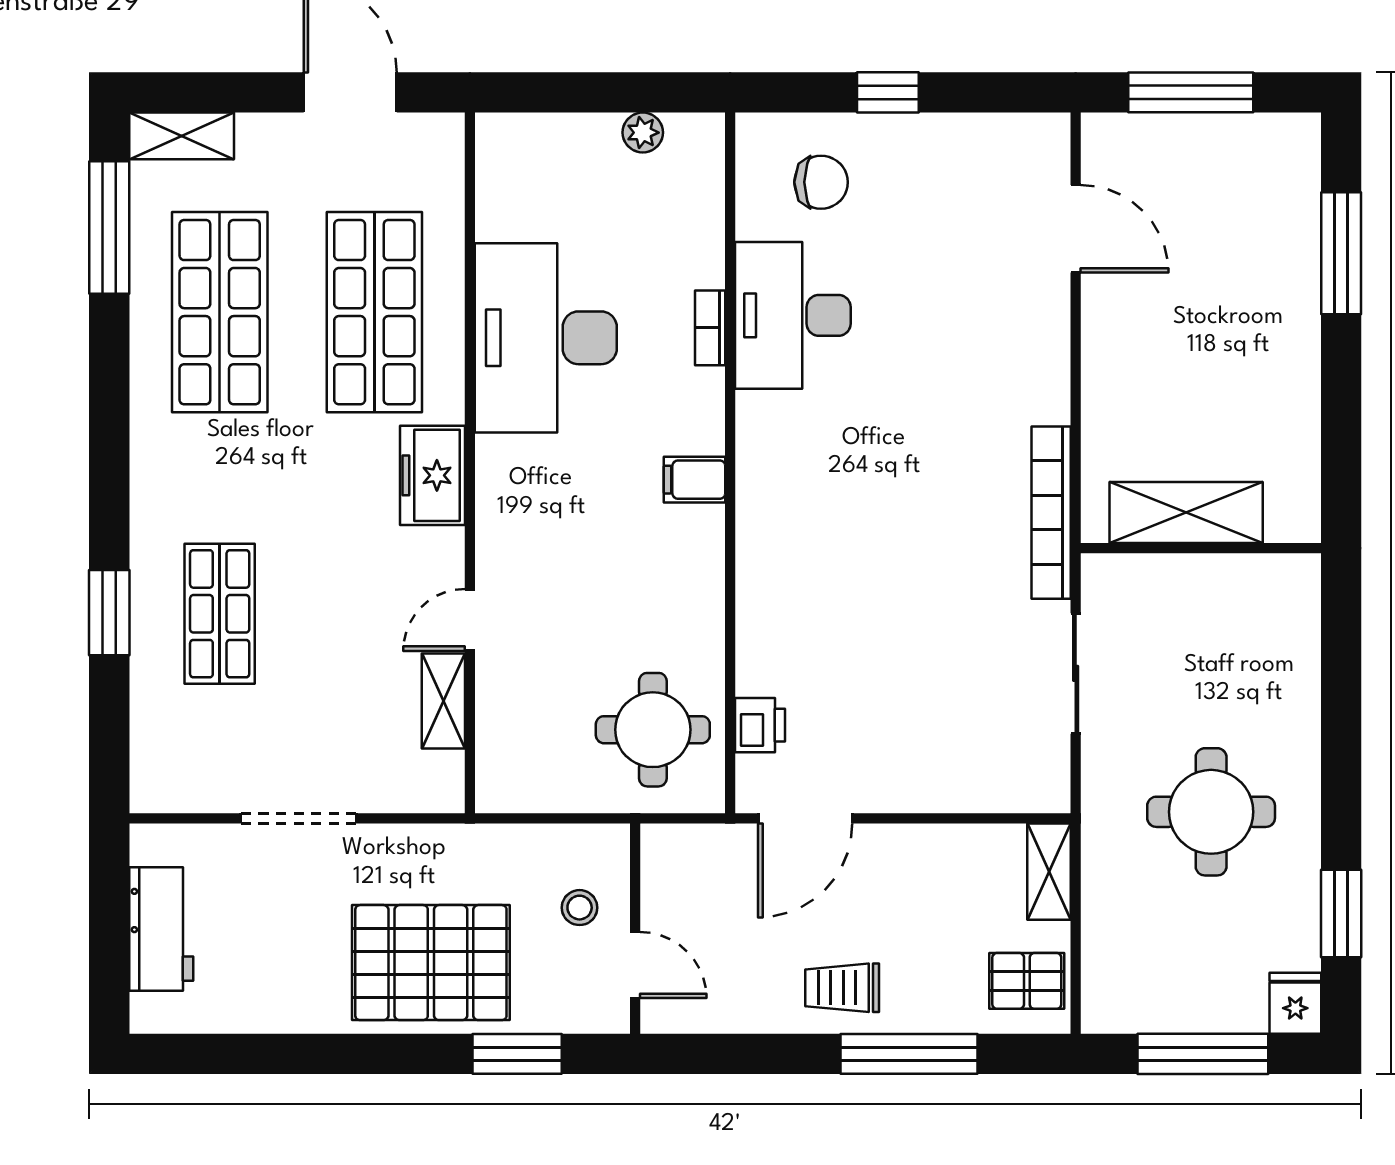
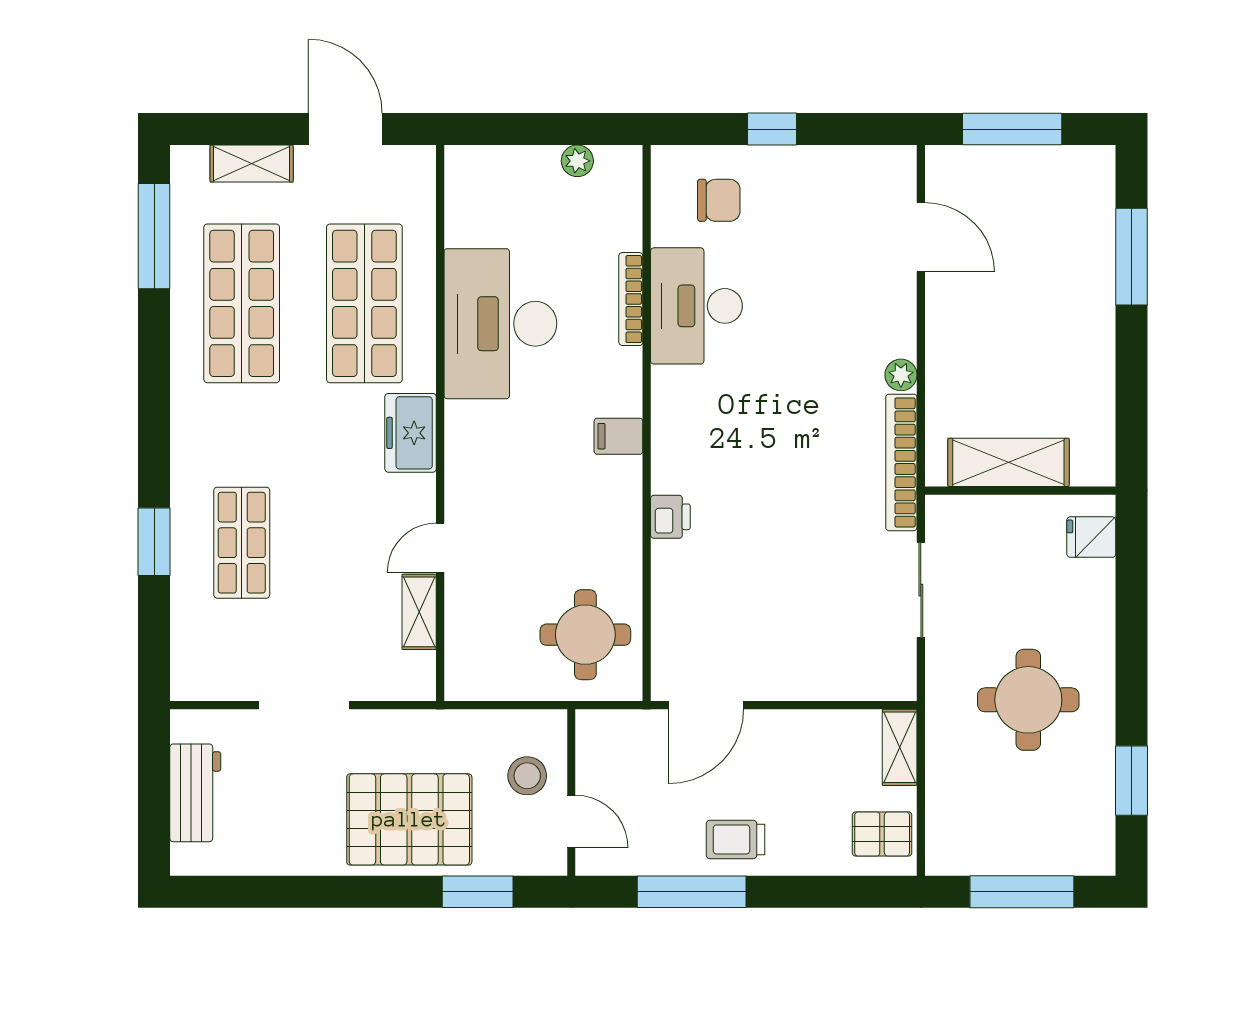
shelving: (182, 136) -> (252, 164), moved
bookcase: (710, 328) -> (631, 299), width x1.56
plant: (1051, 402) -> (901, 375), added
printer: (760, 725) -> (670, 517), moved
stool: (580, 908) -> (527, 776), width x1.37, depth x1.37
fridge: (1295, 1003) -> (1091, 537), moved, turned -90
window: (909, 1054) -> (692, 892), moved

